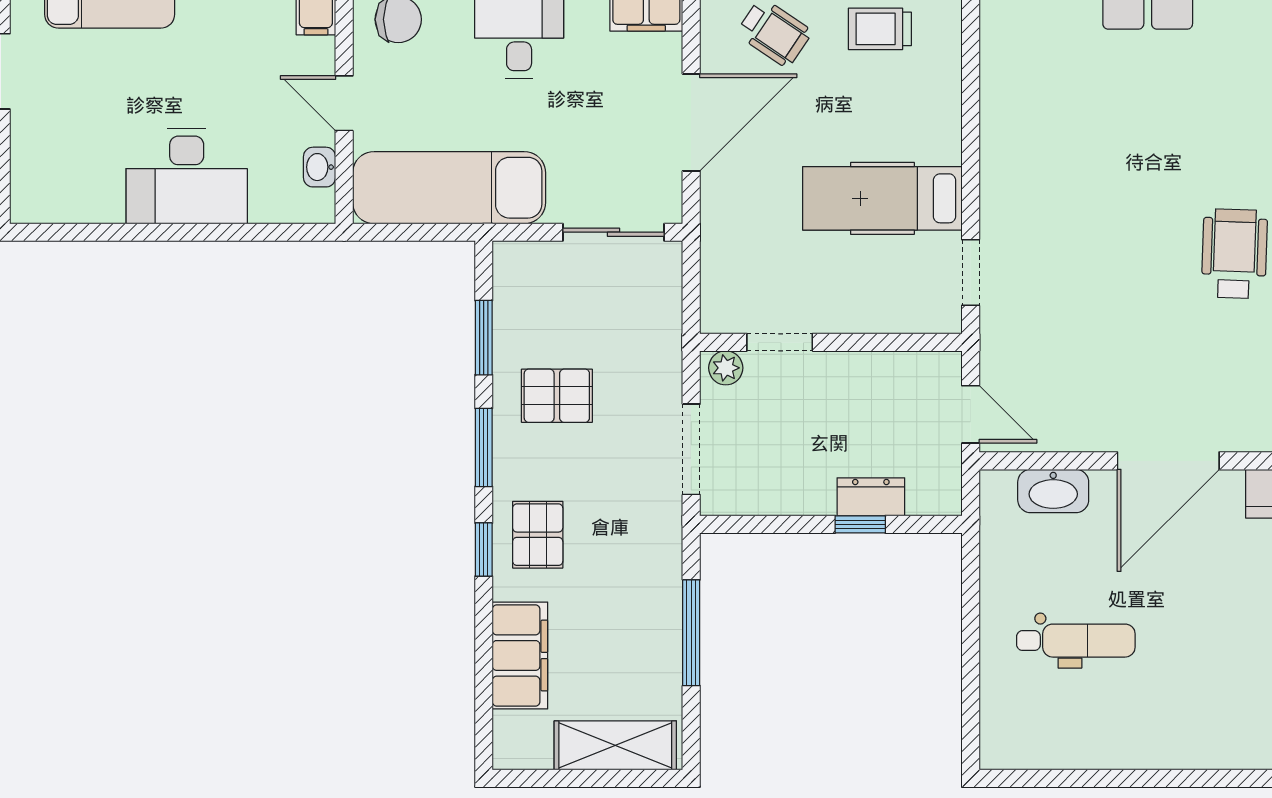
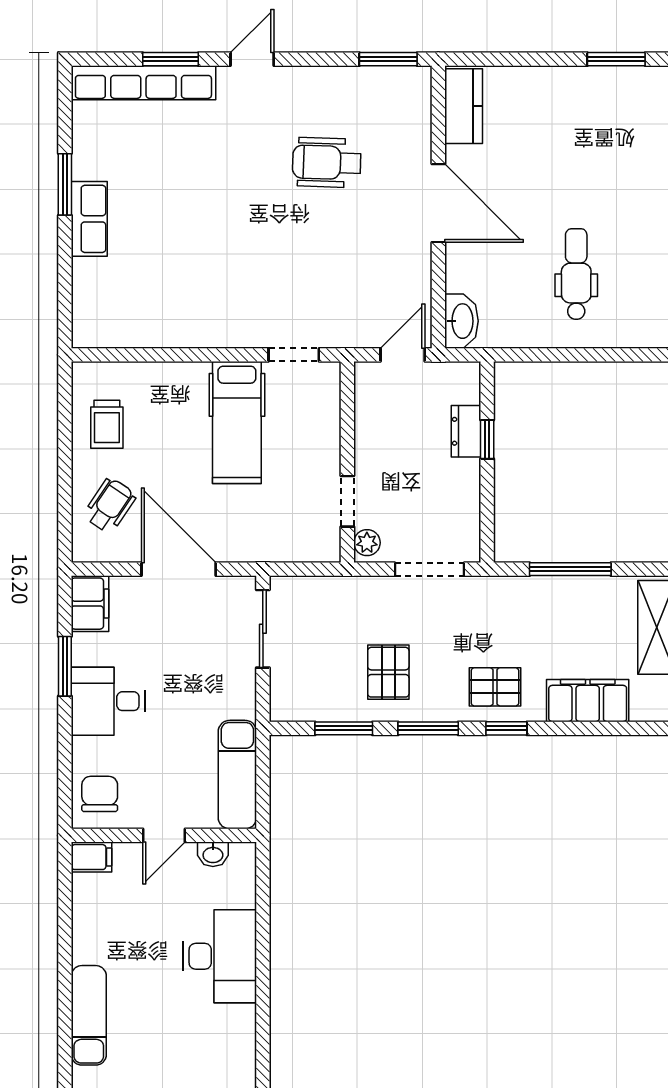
exam couch: (449, 188) -> (237, 775), width x0.73, depth x0.69
wheelchair: (1234, 254) -> (327, 162), moved
washbasin: (1053, 491) -> (461, 321), moved

